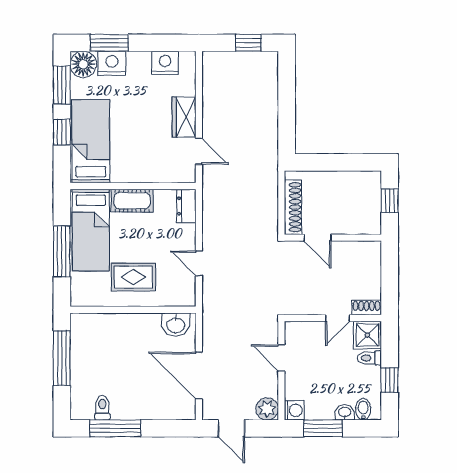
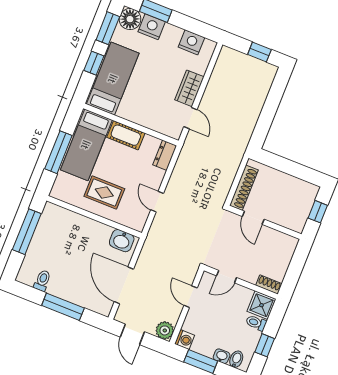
door: (337, 318) -> (227, 277), moved
window: (115, 428) -> (63, 307), moved

